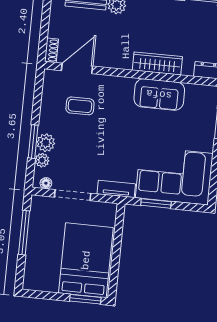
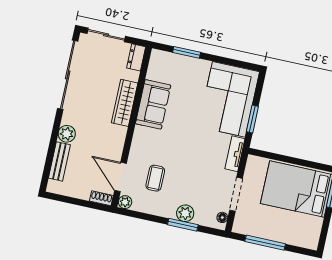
plant: (42, 160) -> (125, 202), moved

